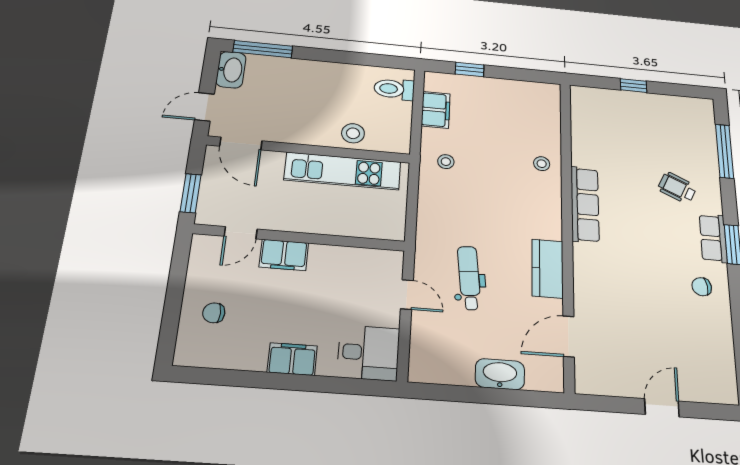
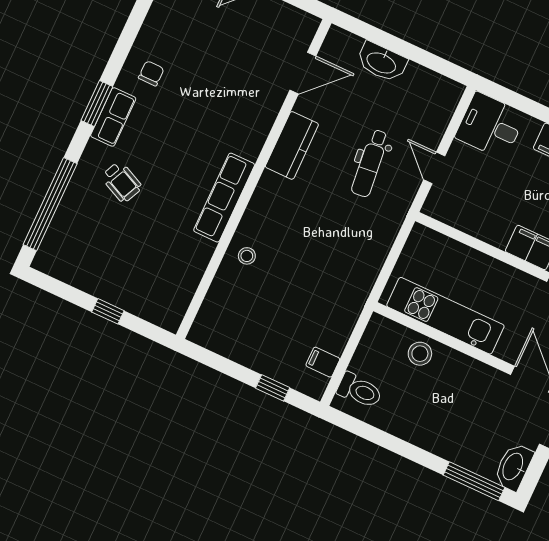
filing cabinet: (436, 110) -> (323, 362), width x0.50
window: (725, 151) -> (50, 204), width x1.46
stool: (446, 162) -> (341, 291), removed
chair: (702, 287) -> (151, 73), turned -82

